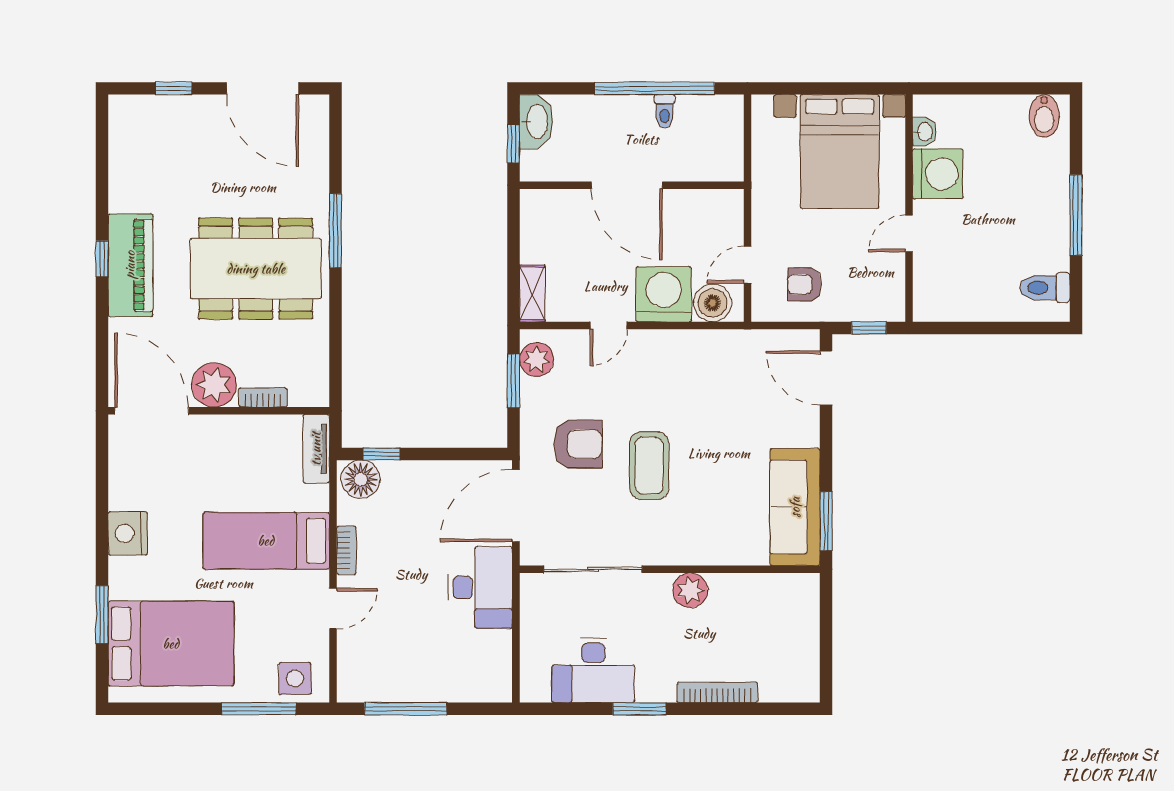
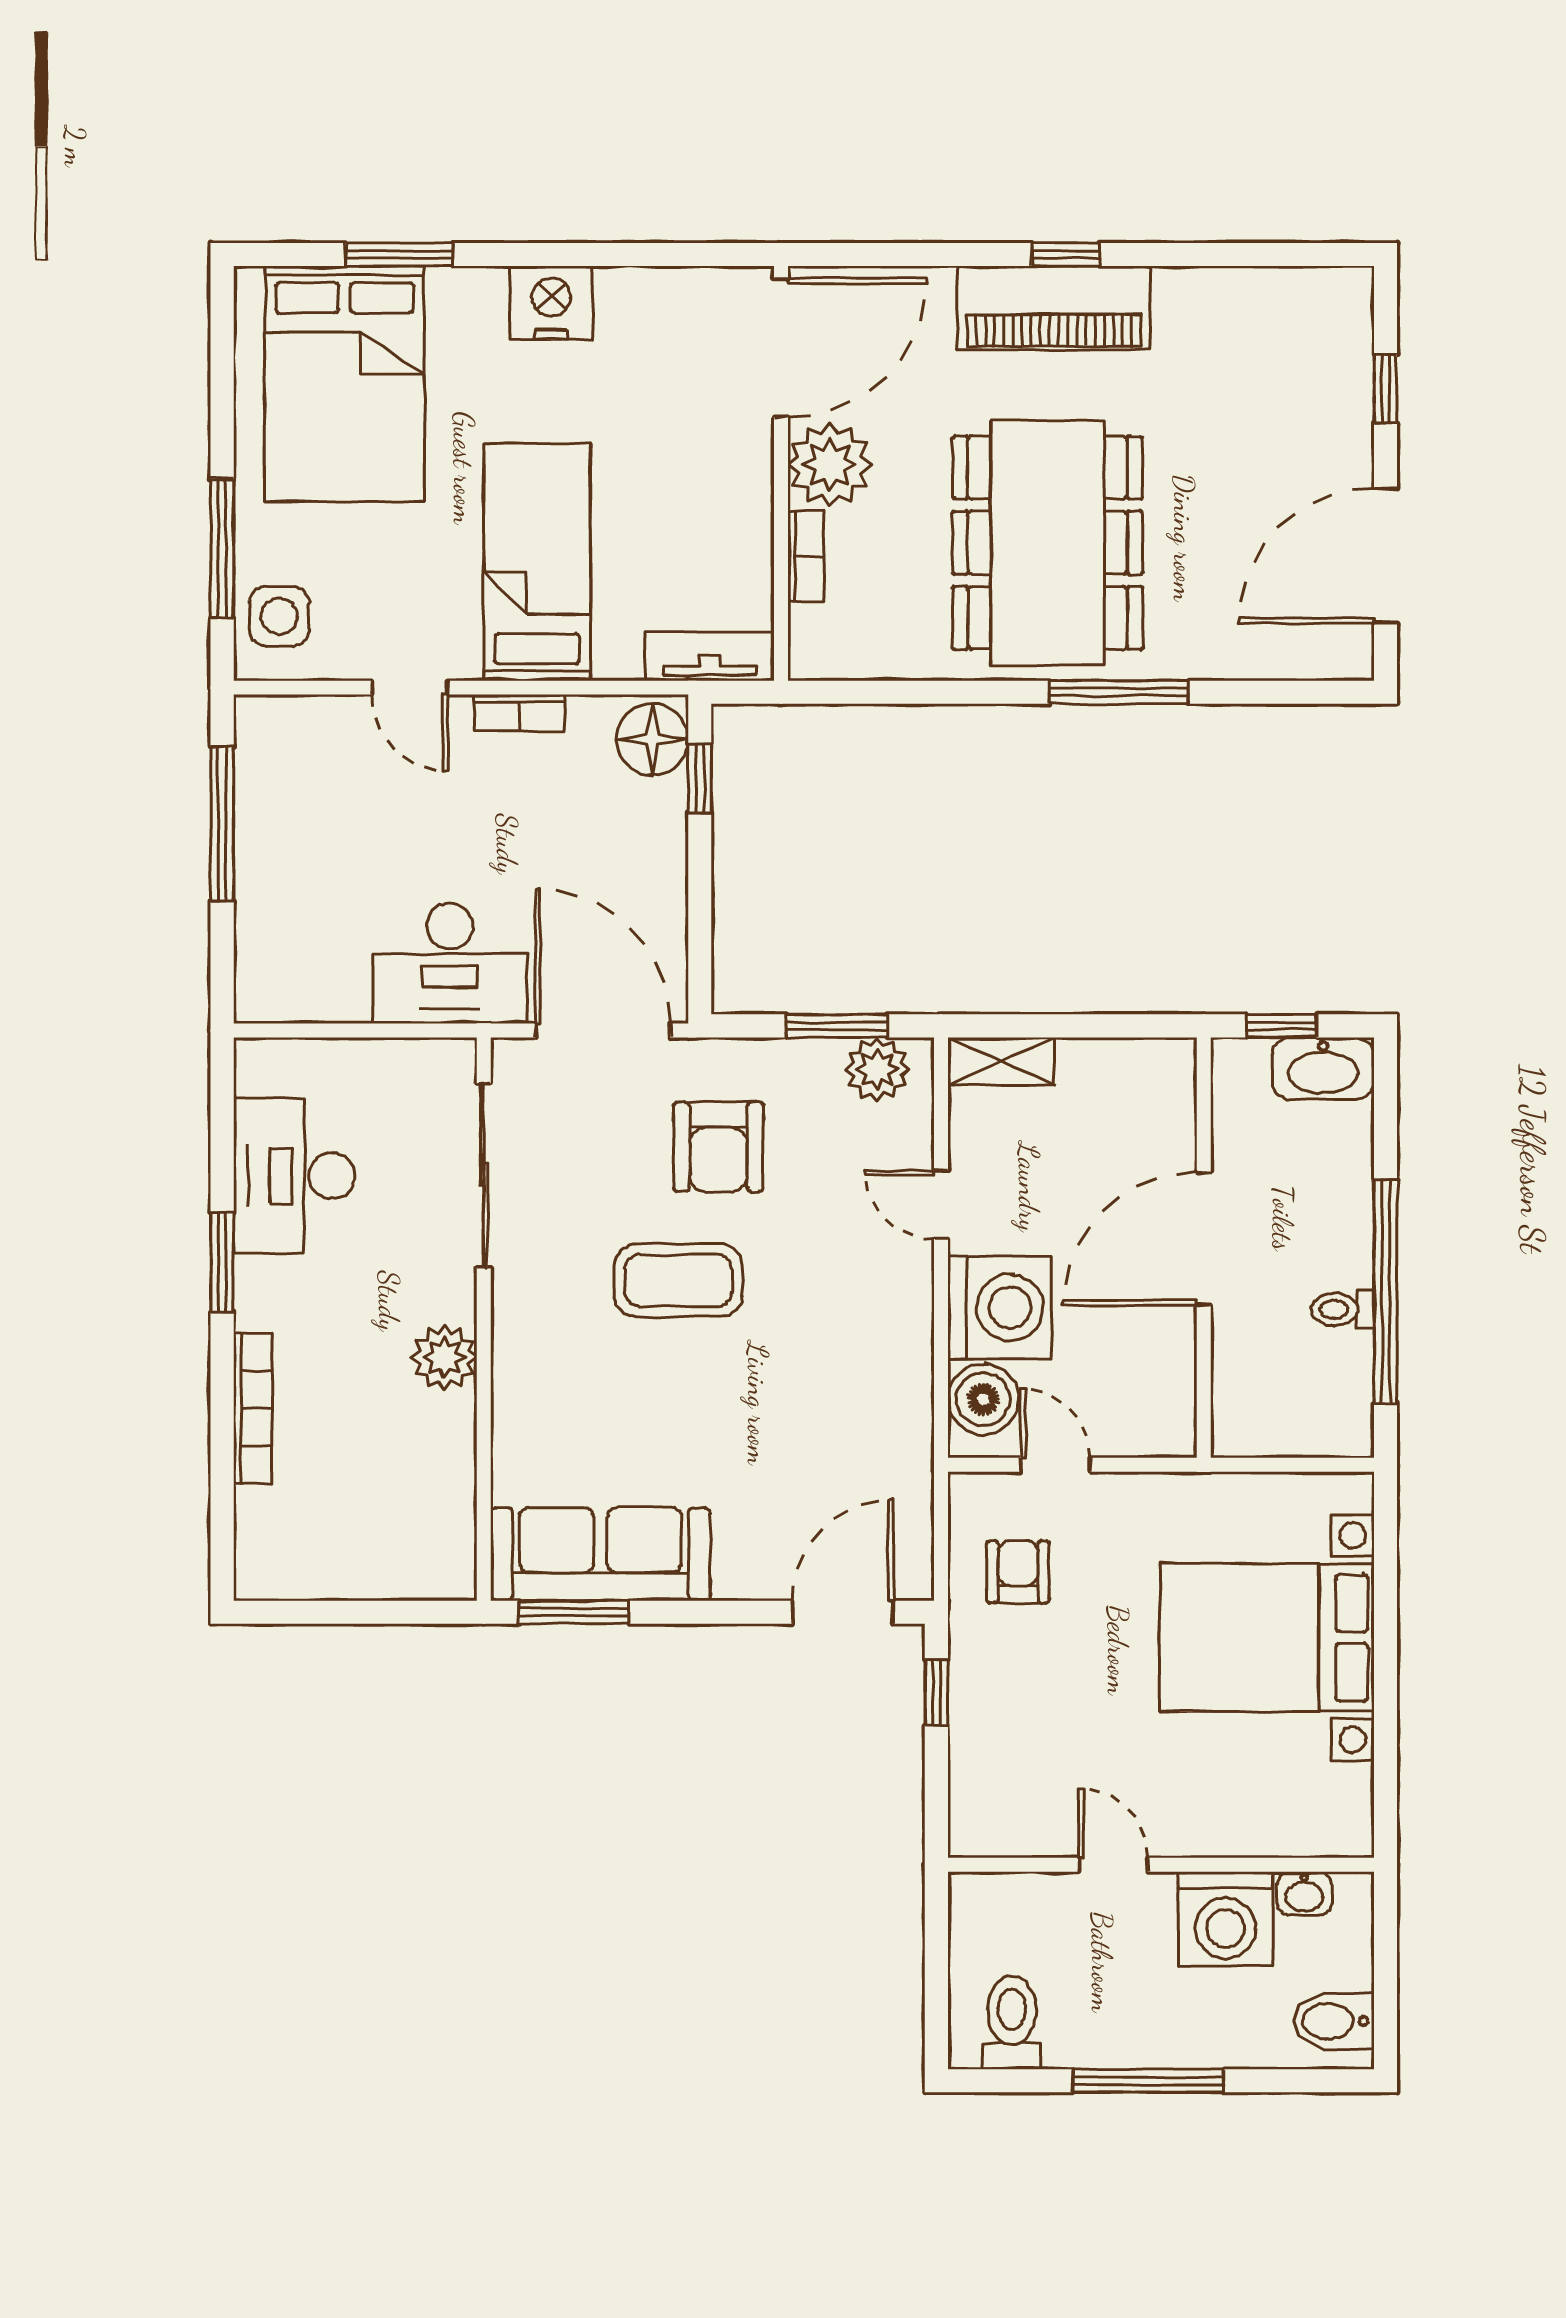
washbasin: (924, 132) -> (1304, 1894), moved
washing machine: (938, 174) -> (1225, 1919), moved
wall: (909, 208) -> (1161, 1865), moved
door: (909, 234) -> (1113, 1865), moved

